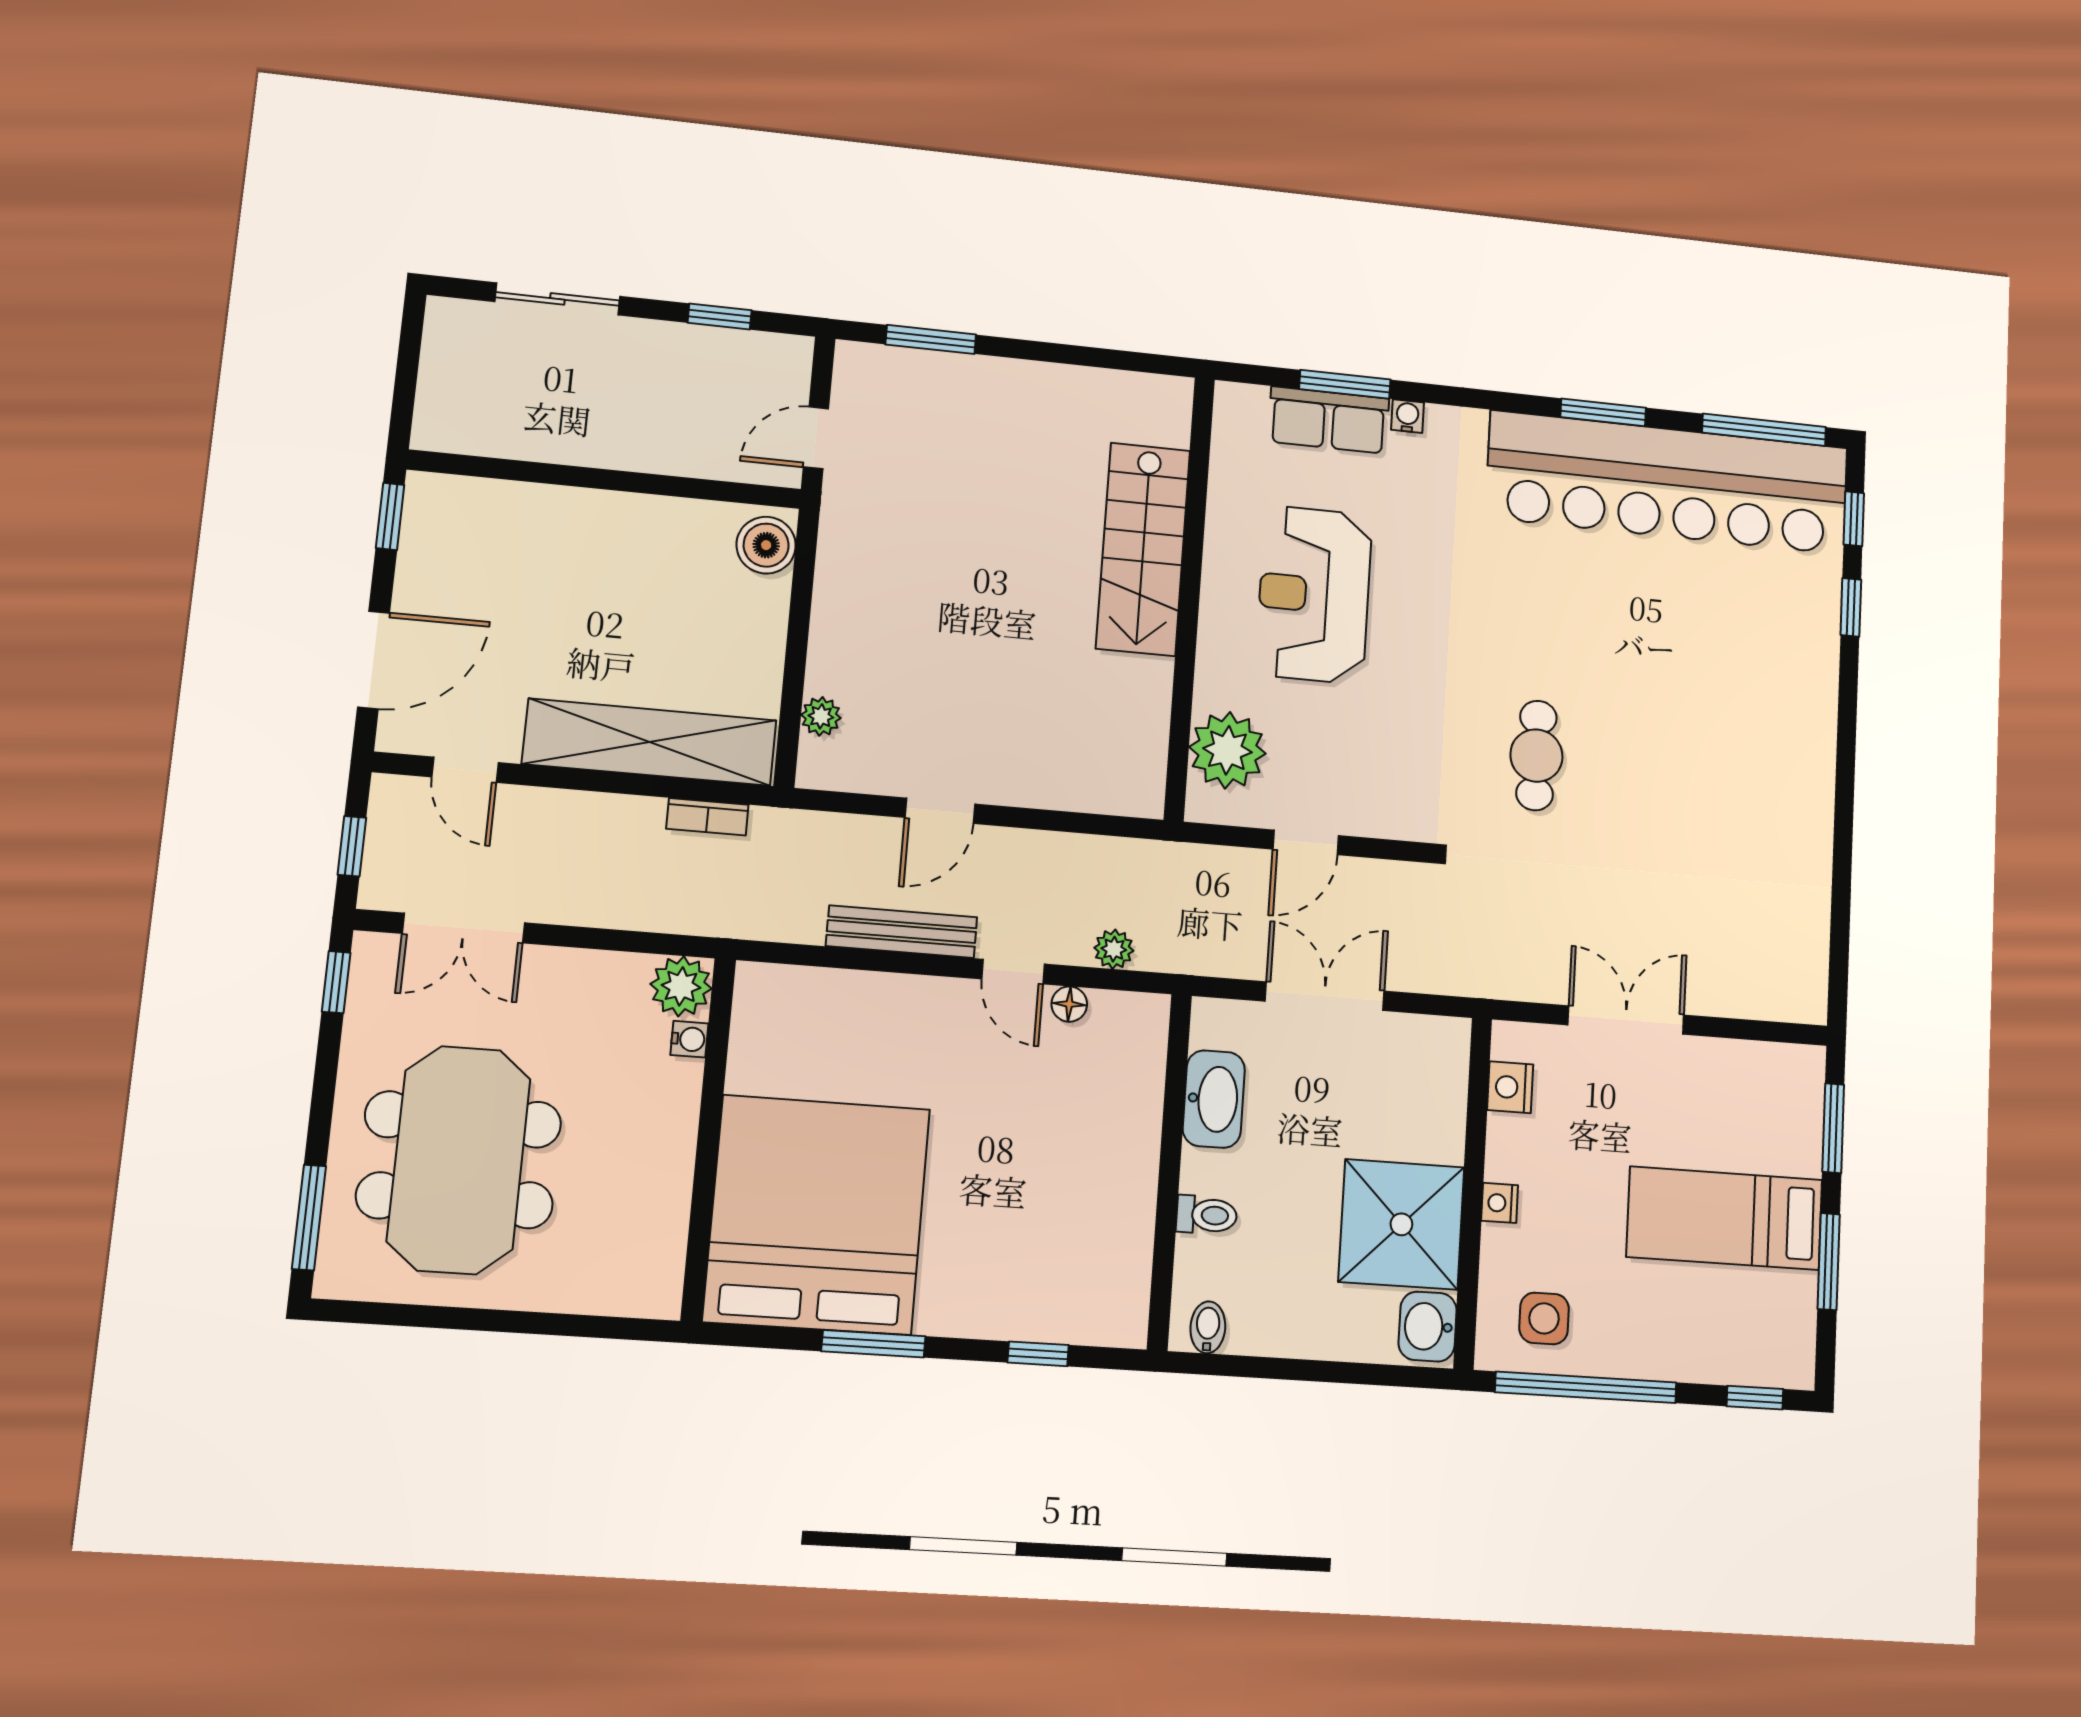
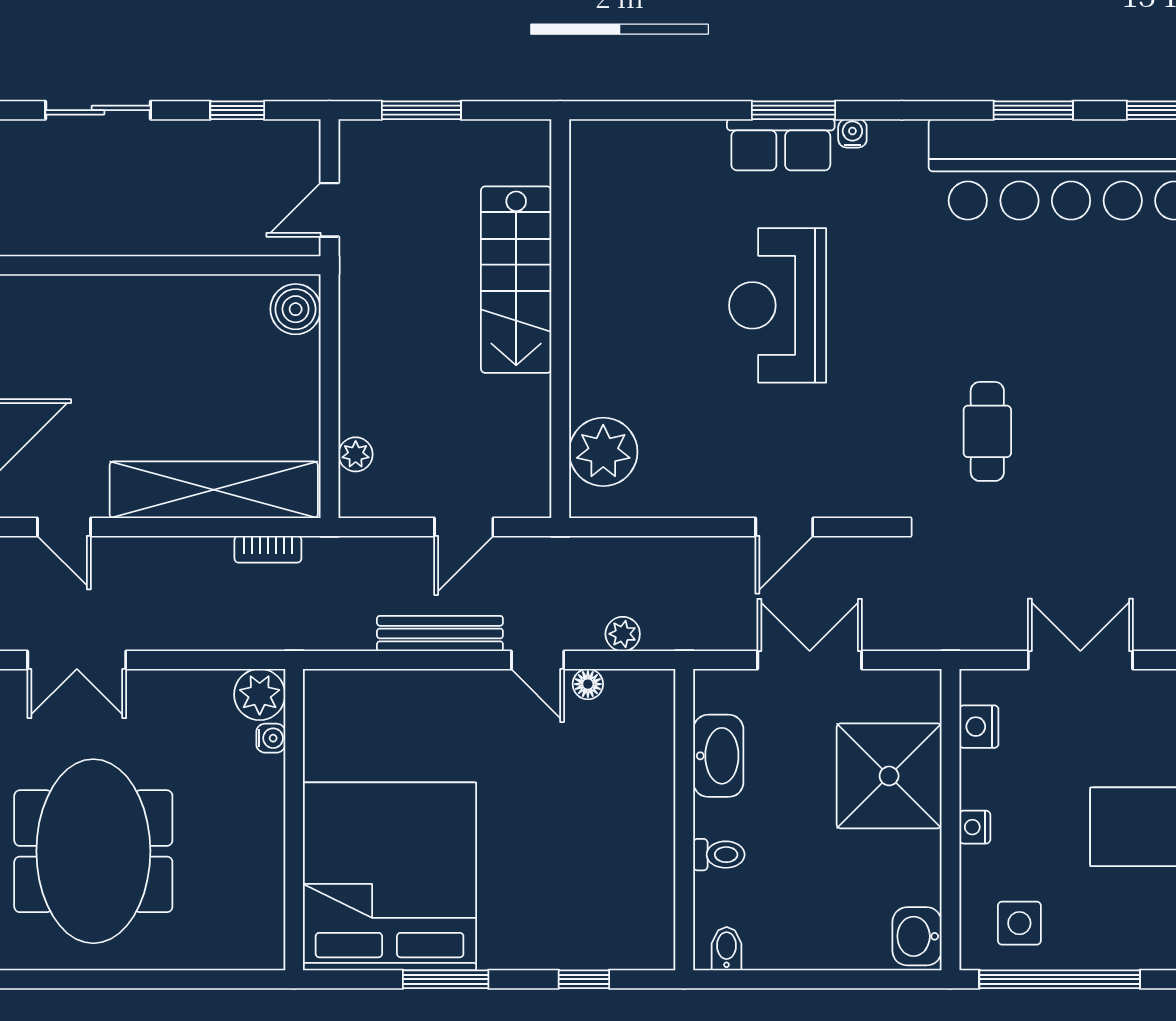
stairs: (1143, 549) -> (516, 280), moved
wall: (1189, 597) -> (560, 319), moved
plant: (1227, 750) -> (603, 452), moved
shower: (1401, 1224) -> (889, 776), moved

